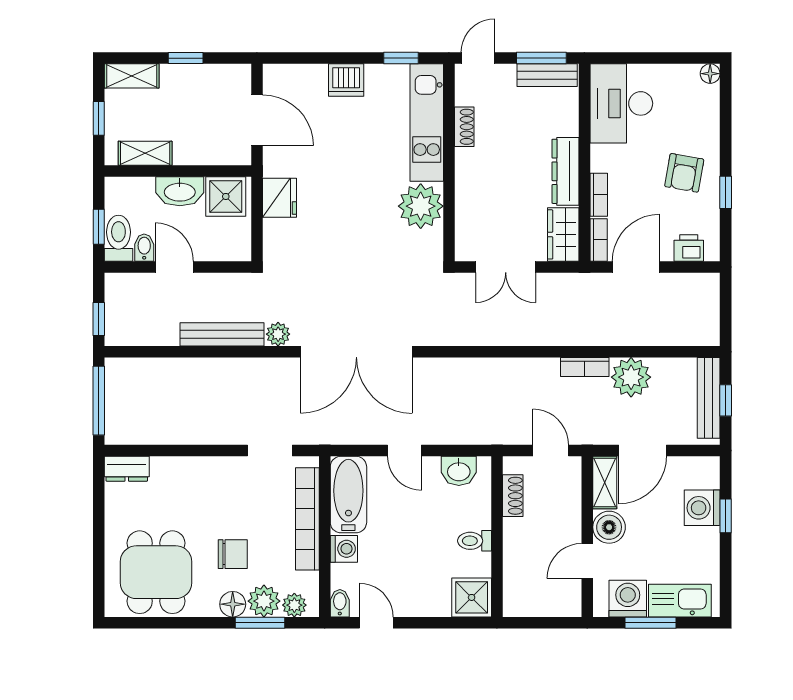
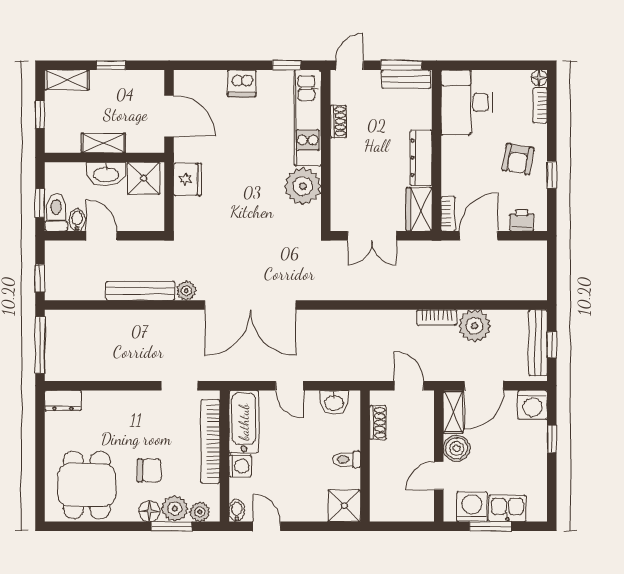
shelving: (145, 153) -> (103, 143), moved
bookcase: (599, 195) -> (540, 105), moved, turned 180
washing machine: (702, 508) -> (533, 405), moved, turned -90
kitchen sink: (680, 601) -> (507, 508), width x0.73

